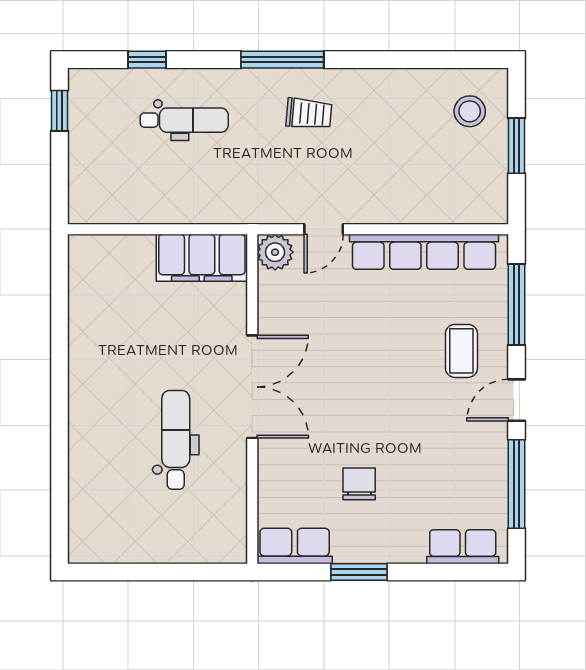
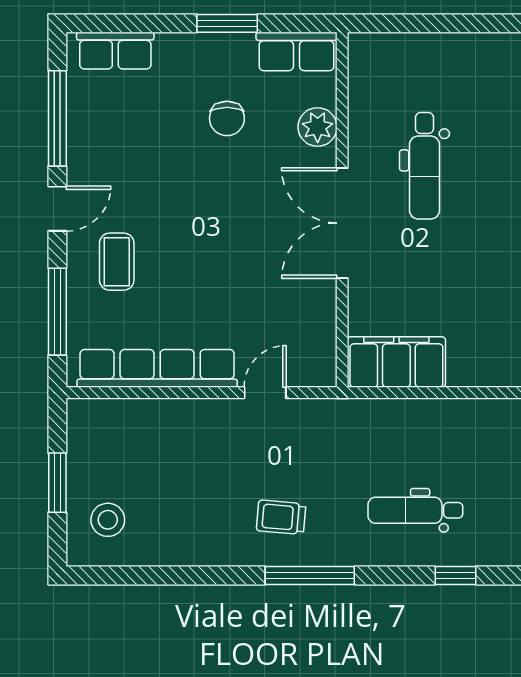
plant: (275, 252) -> (318, 127), moved

